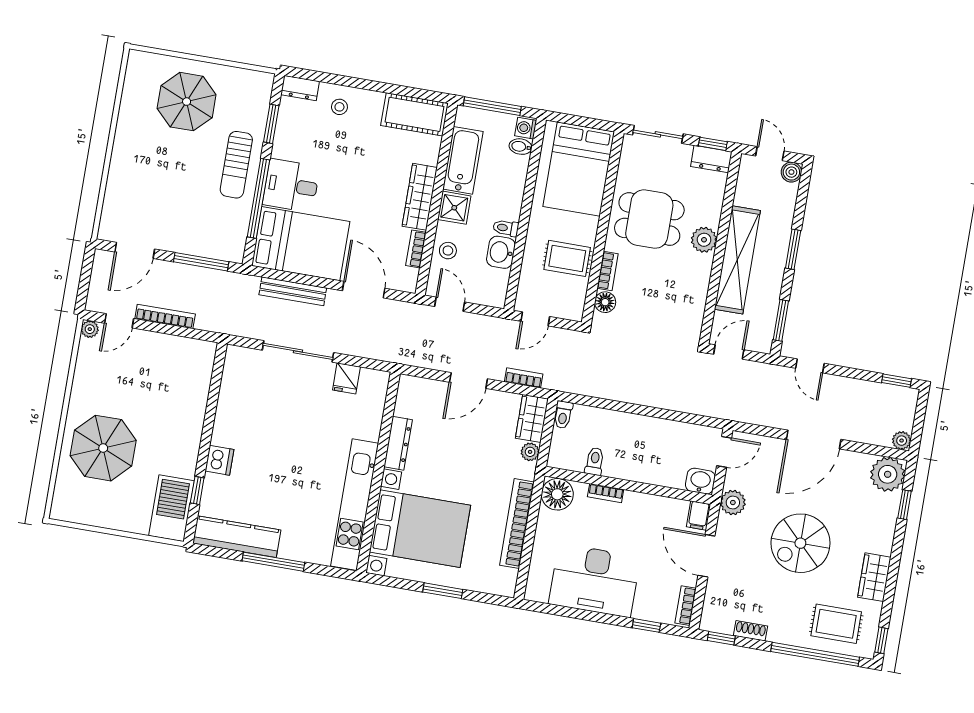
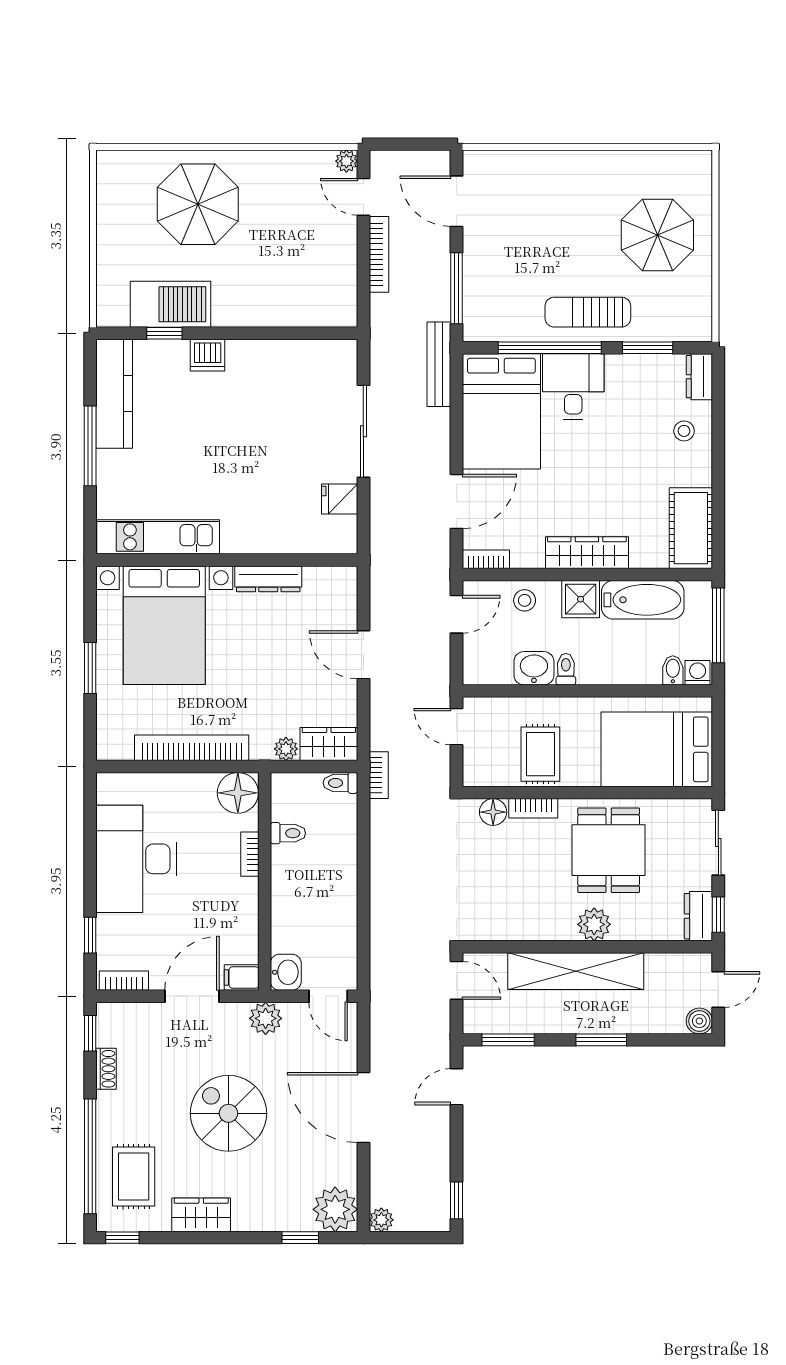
bookcase: (416, 249) -> (486, 559), moved
bench: (293, 291) -> (439, 364), moved
bookcase: (524, 378) -> (379, 775), moved
kitchen unit: (355, 505) -> (158, 537), width x0.73
barbecue: (171, 508) -> (170, 304), moved

